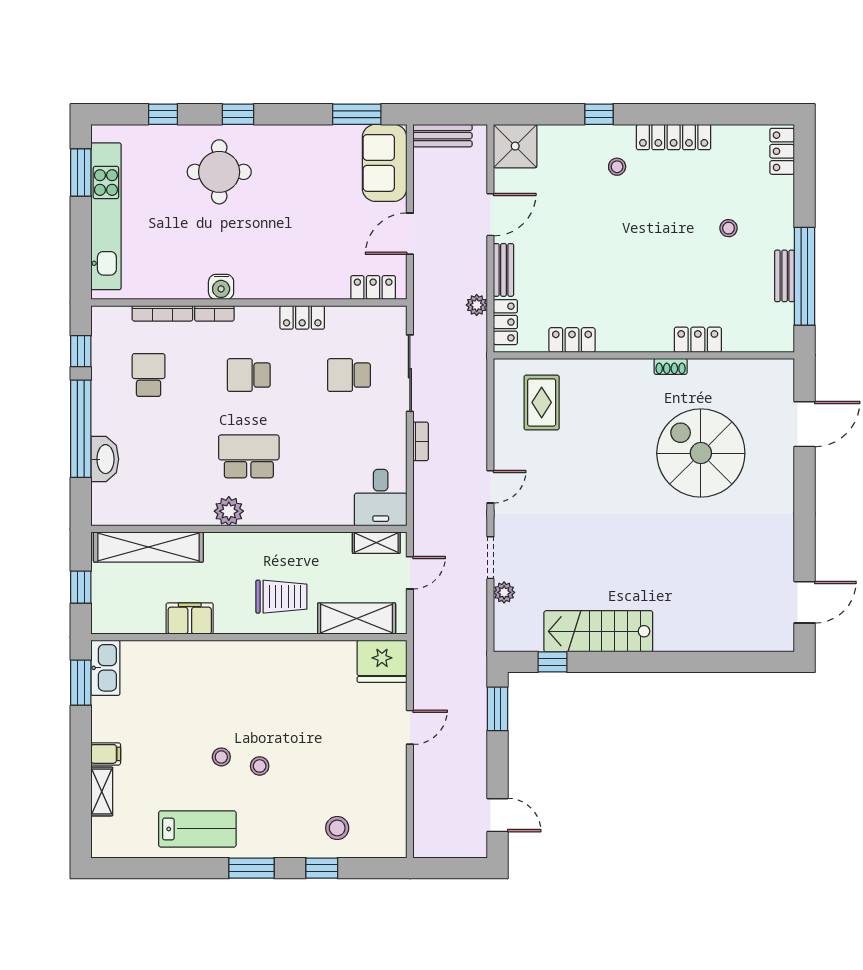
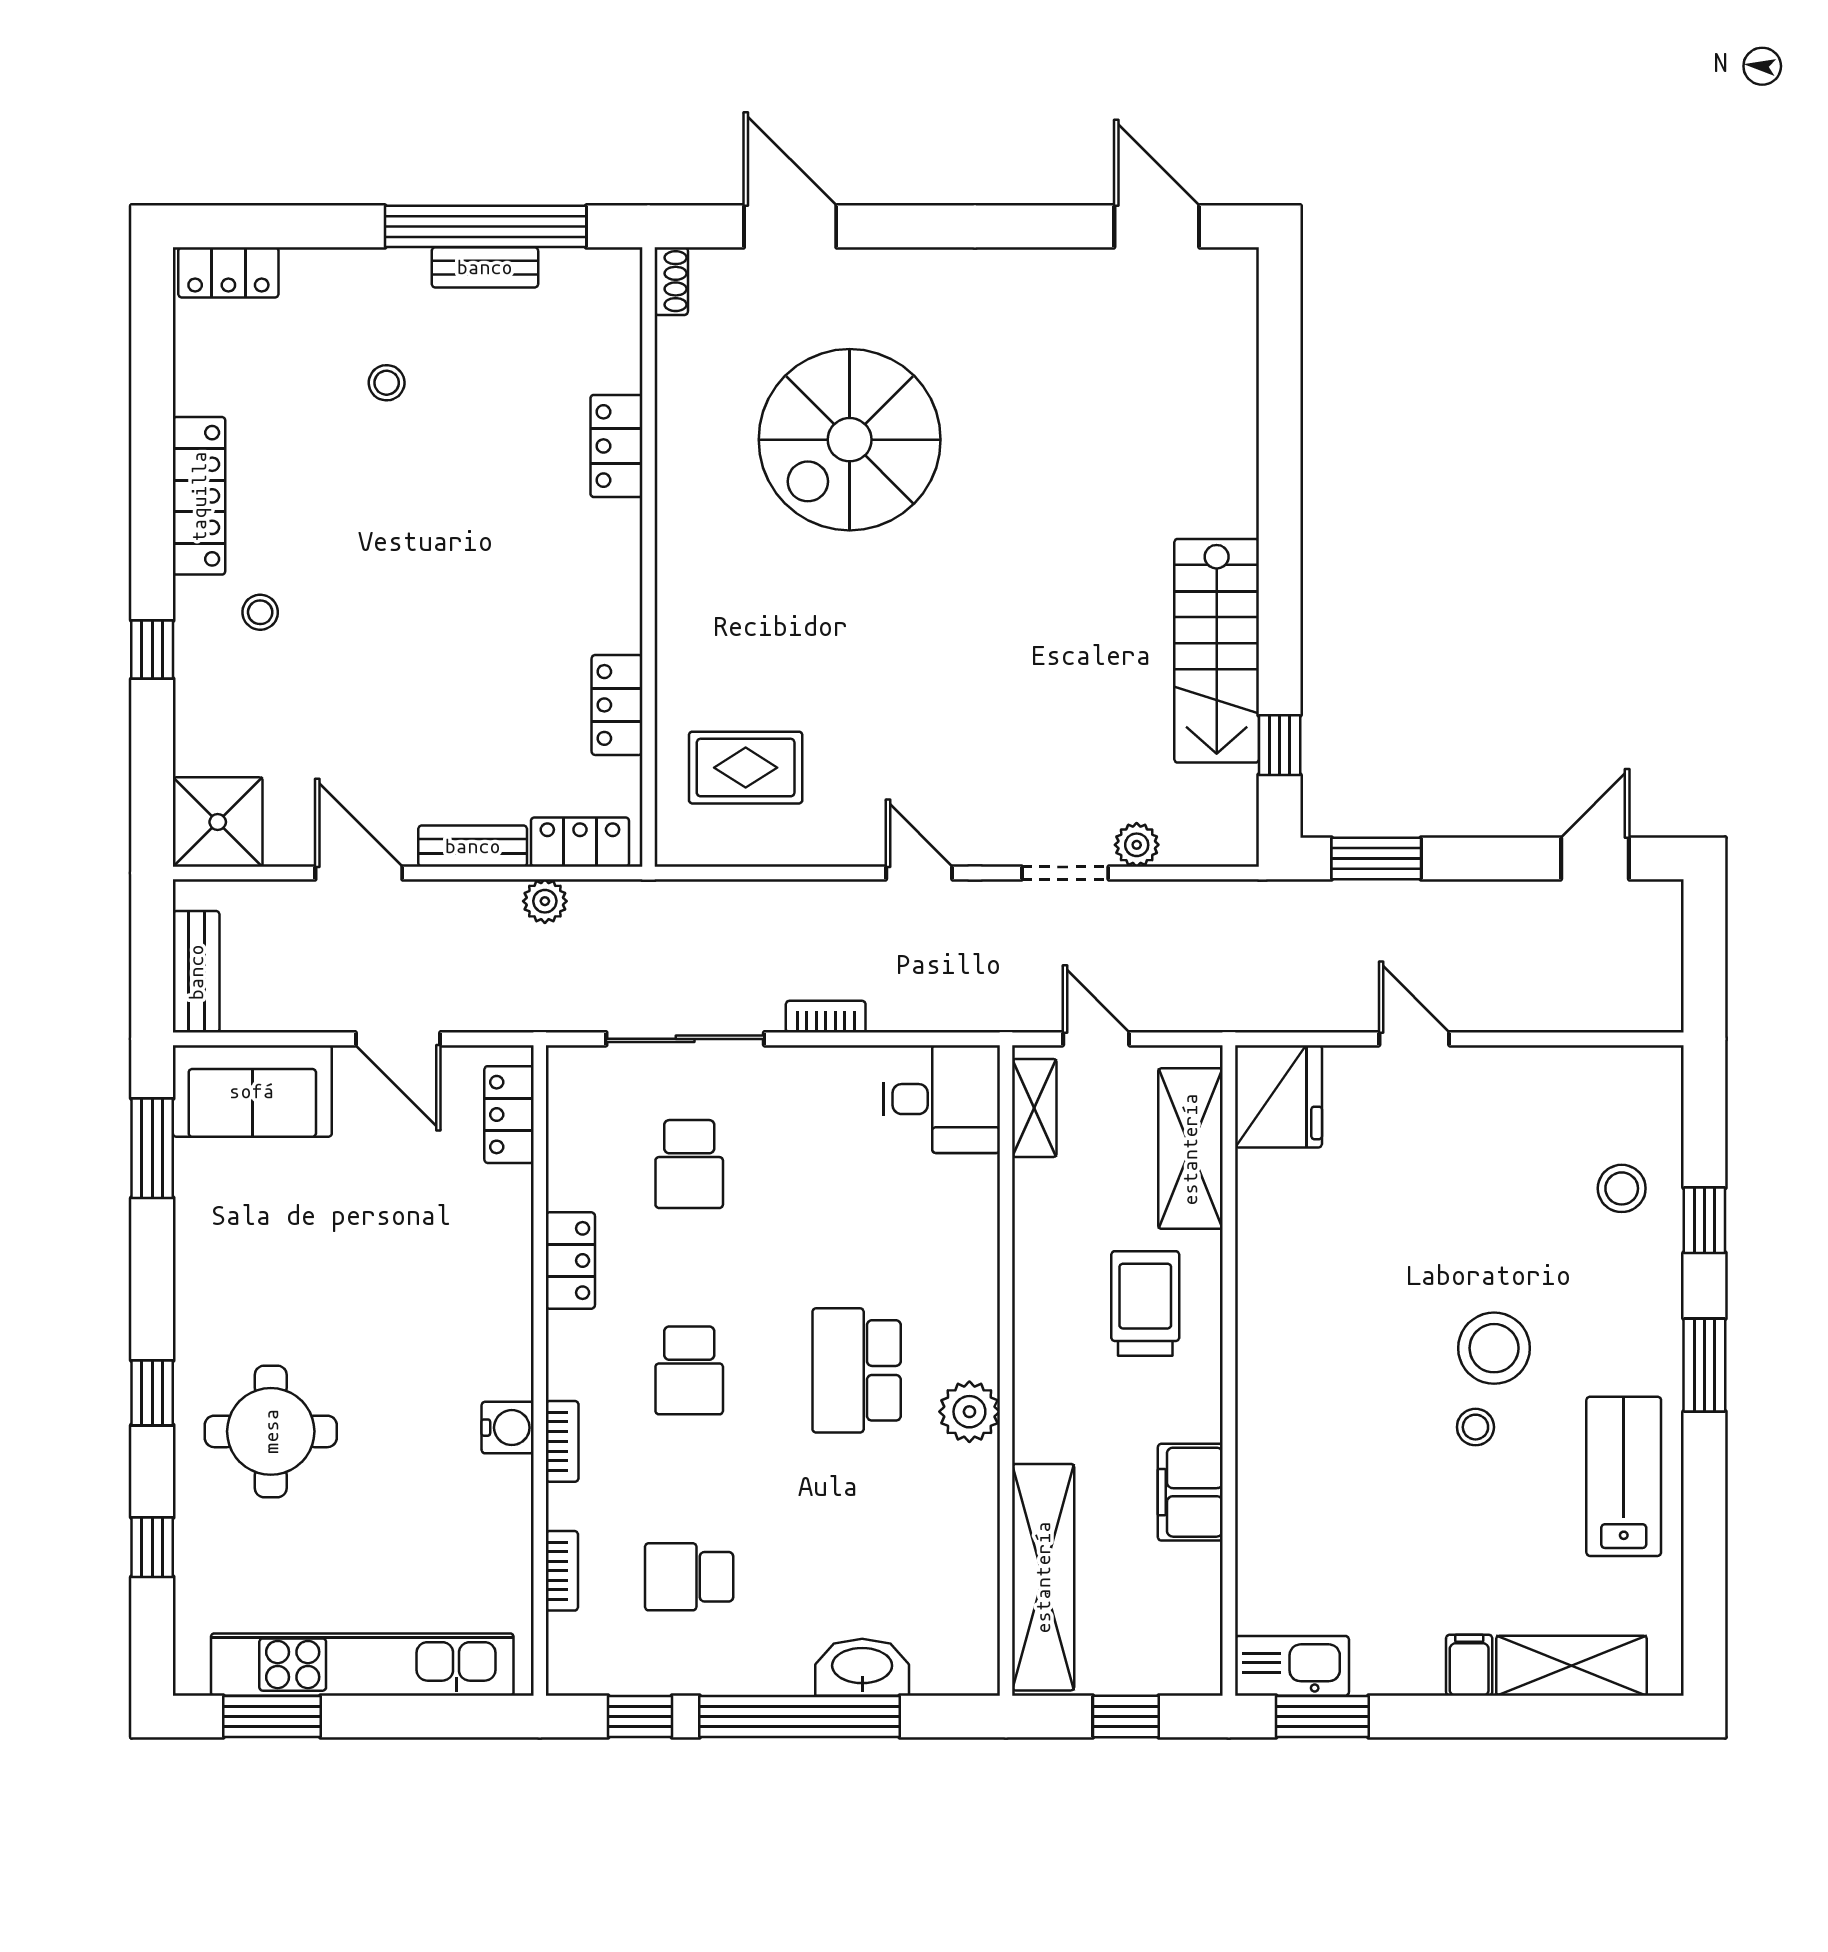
bookcase: (162, 313) -> (562, 1571), width x0.64
shoe rack: (671, 366) -> (671, 281), moved
stool: (260, 766) -> (1494, 1348), width x1.89, depth x1.89
shelving: (102, 791) -> (1571, 1666), width x1.50, depth x1.33

